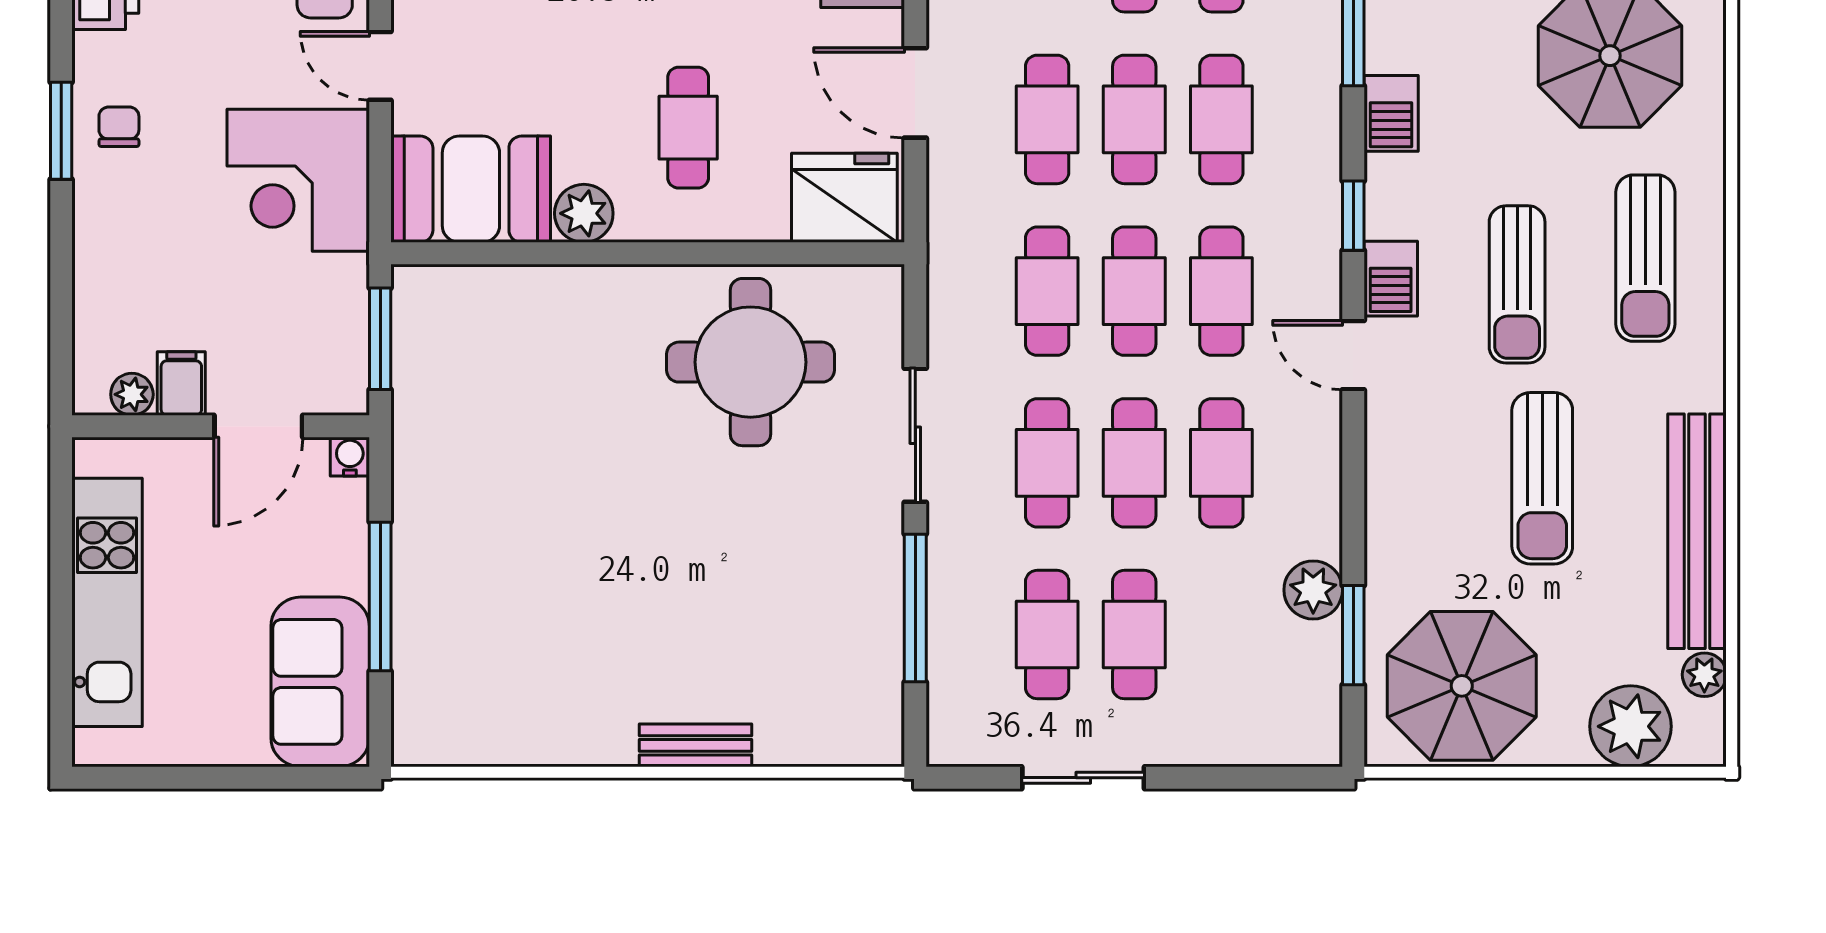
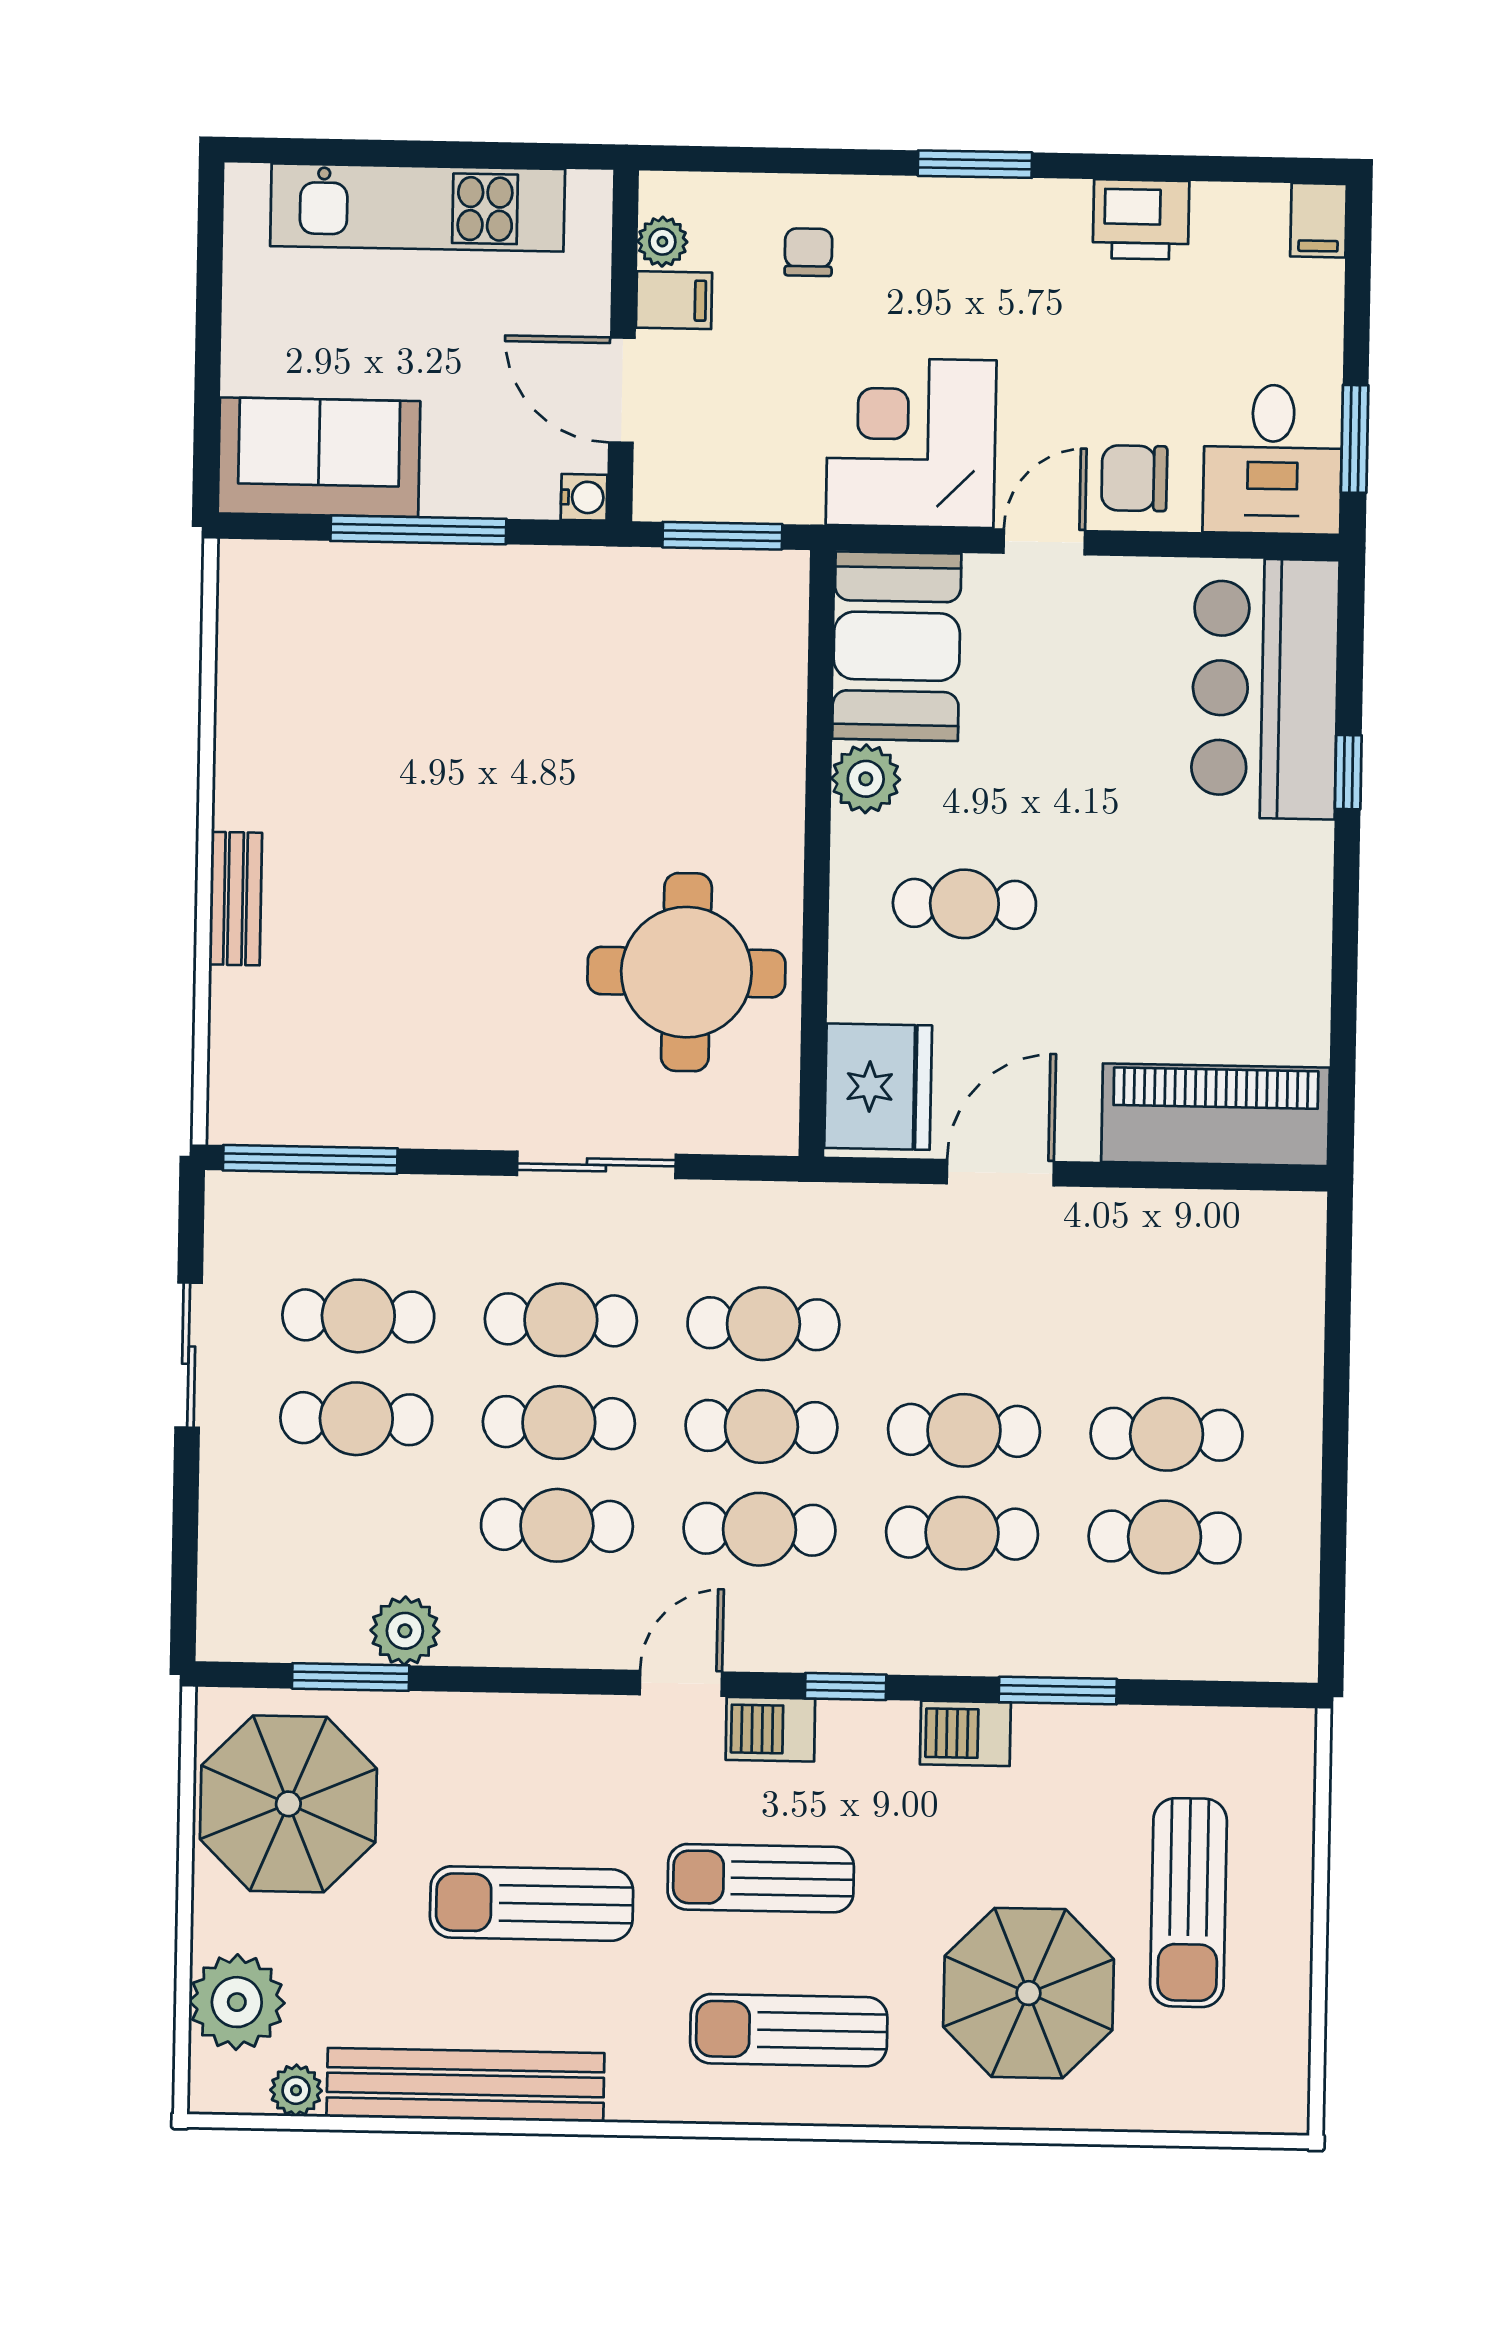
cafe table: (1047, 119) -> (966, 1328), removed
chair: (119, 127) -> (808, 252), moved, turned -90
window: (915, 608) -> (310, 1159), moved

